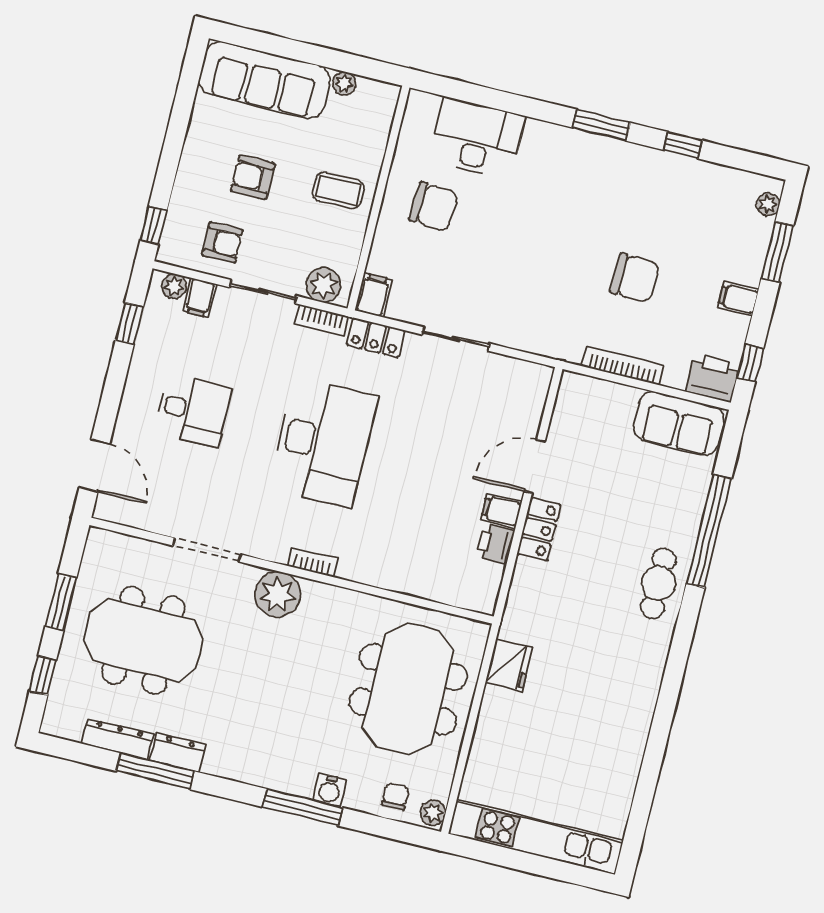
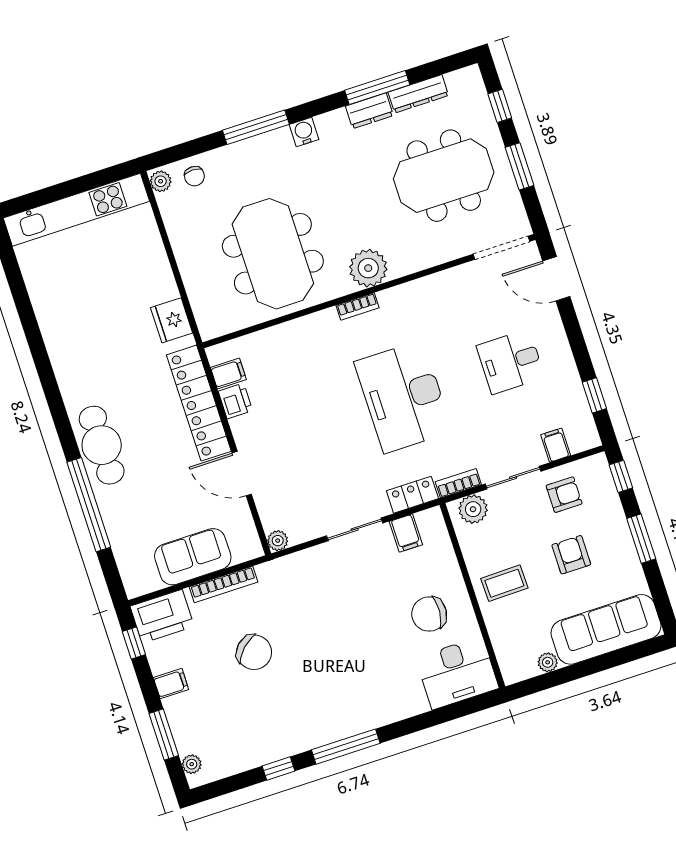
window: (601, 125) -> (346, 747), width x1.44
desk: (477, 138) -> (457, 673), moved
window: (172, 150) -> (641, 539), added
armchair: (253, 177) -> (571, 555), turned -90
armchair: (222, 242) -> (564, 495), turned 180
chair: (635, 278) -> (254, 652), turned -136
plant: (174, 286) -> (278, 541), moved
filing cabinet: (373, 295) -> (406, 533), moved
printer: (713, 378) -> (162, 616), width x1.37, depth x1.19
sofa: (679, 423) -> (193, 557), moved
door: (535, 466) -> (242, 474), swing flipped
filing cabinet: (501, 511) -> (228, 374), moved
locker: (539, 529) -> (199, 403), width x2.16, depth x1.21
doorway: (207, 550) -> (501, 248), moved
cafe table: (658, 583) -> (102, 445), width x1.37, depth x1.35
meeting table: (408, 689) -> (273, 254), moved
water cooler: (330, 790) -> (304, 132), moved

